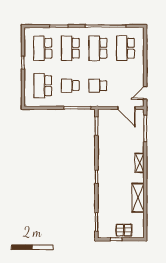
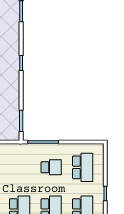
school desk: (98, 86) -> (20, 167), removed

